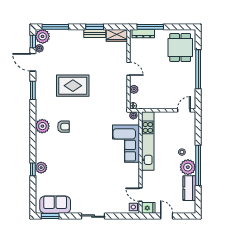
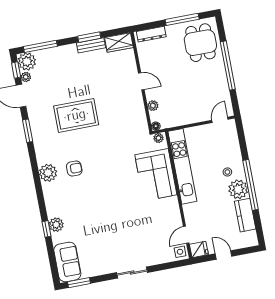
window: (150, 27) -> (182, 19), moved
door: (141, 195) -> (186, 235), hinge flipped
sofa: (55, 205) -> (67, 262), moved, turned 90

